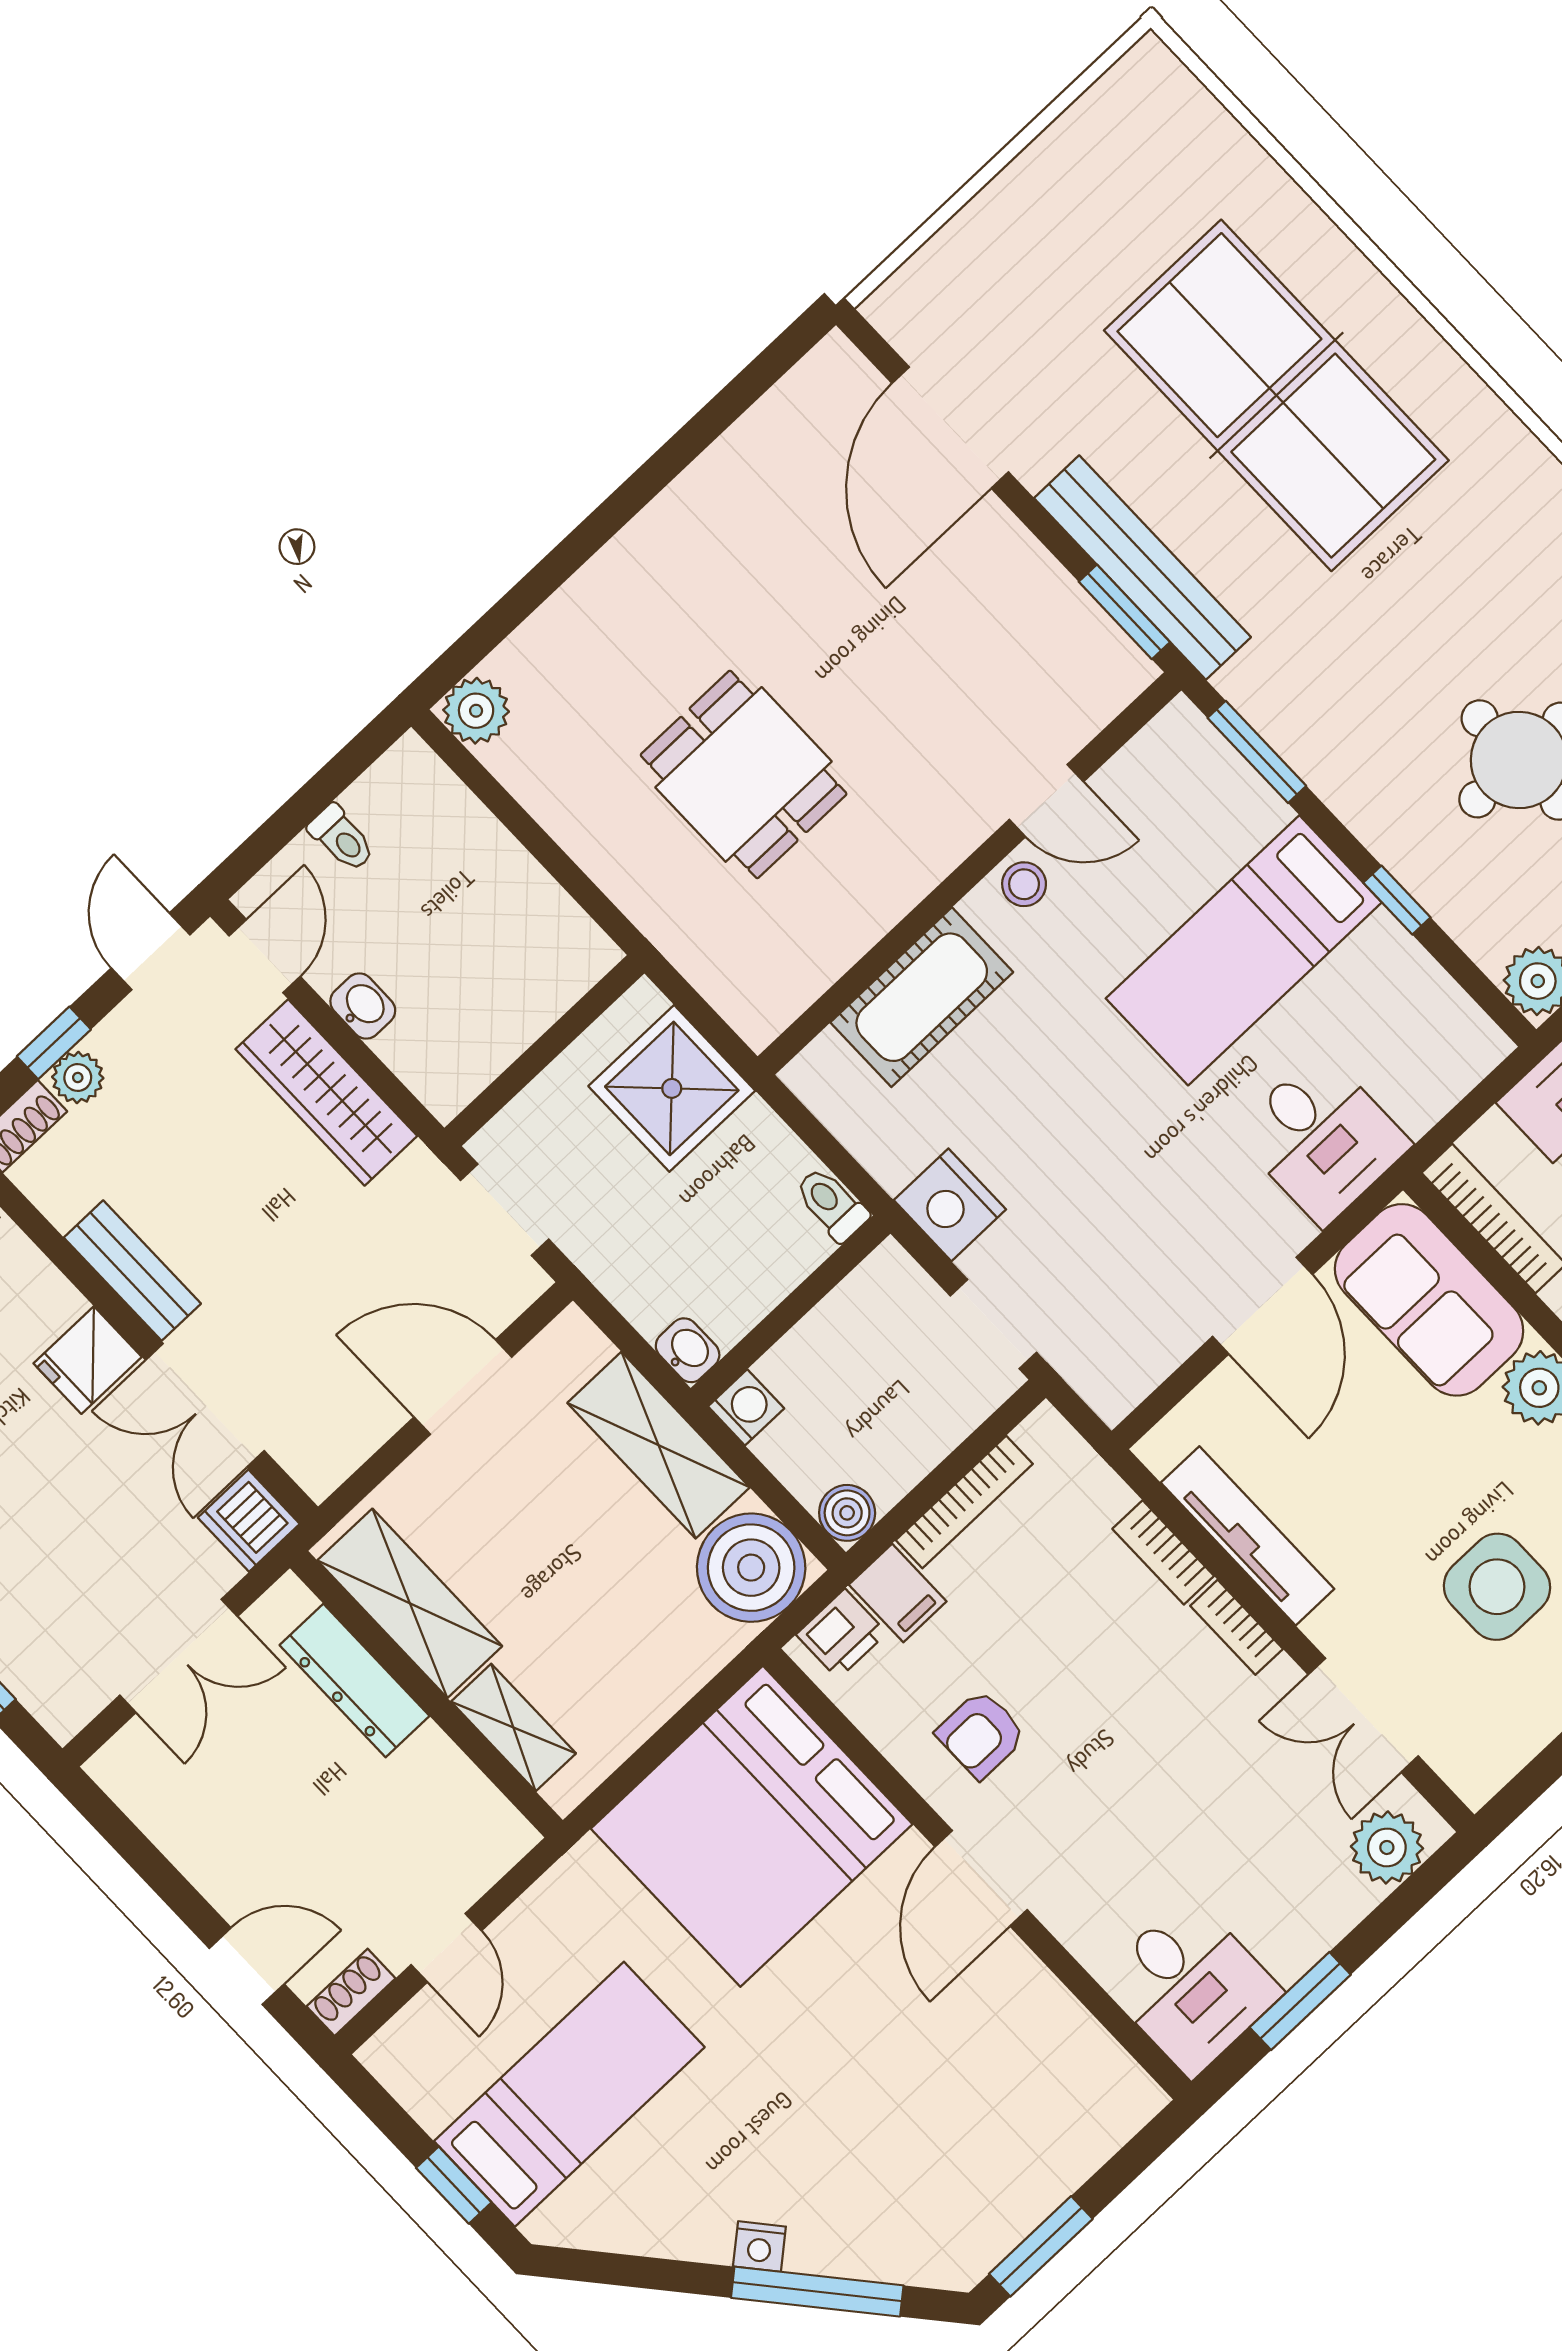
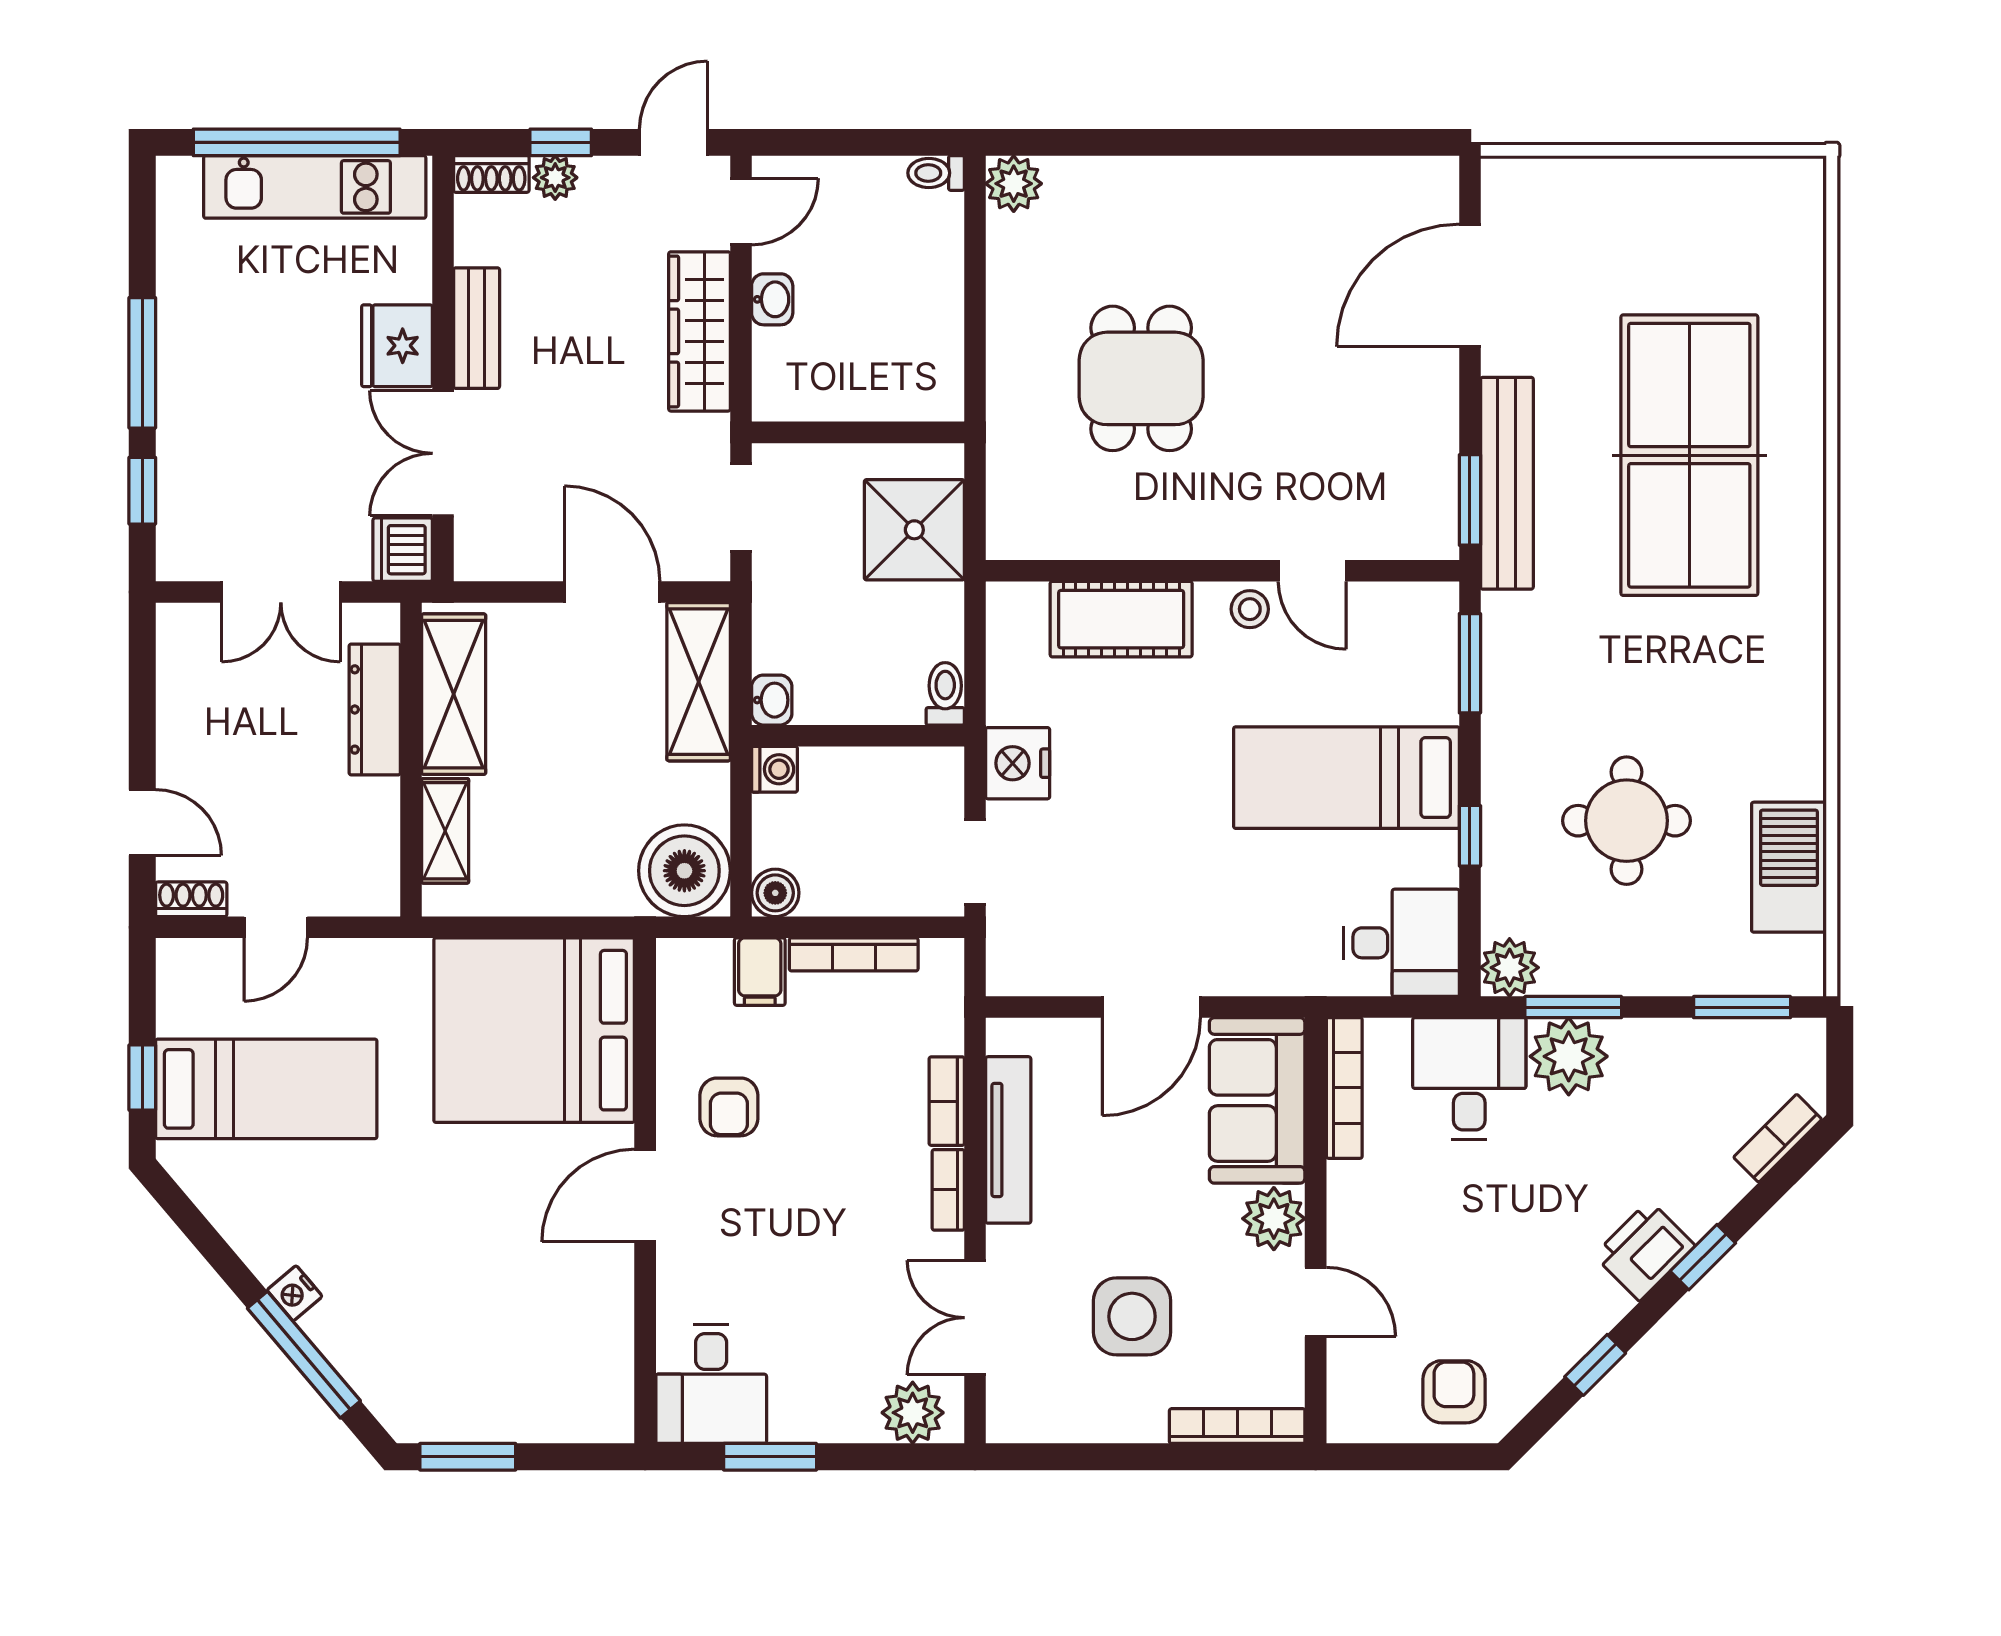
toilet: (342, 838) -> (936, 173), moved, turned 90
desk: (1322, 1138) -> (1401, 943), moved, turned -90
fridge: (88, 1360) -> (397, 346), width x1.38
shelving: (658, 1445) -> (699, 682), moved
printer: (842, 1634) -> (701, 964), removed
armchair: (981, 1734) -> (729, 1107), turned -90

